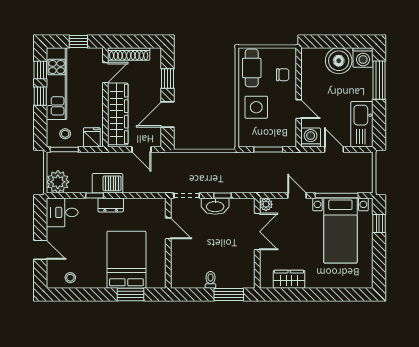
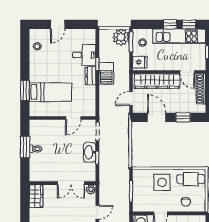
plant: (58, 182) -> (121, 37), moved
desk: (62, 212) -> (84, 55), moved, turned 90
bed: (126, 260) -> (50, 92), width x0.67
wardrobe: (289, 279) -> (36, 196), moved
window: (229, 294) -> (25, 147), moved

